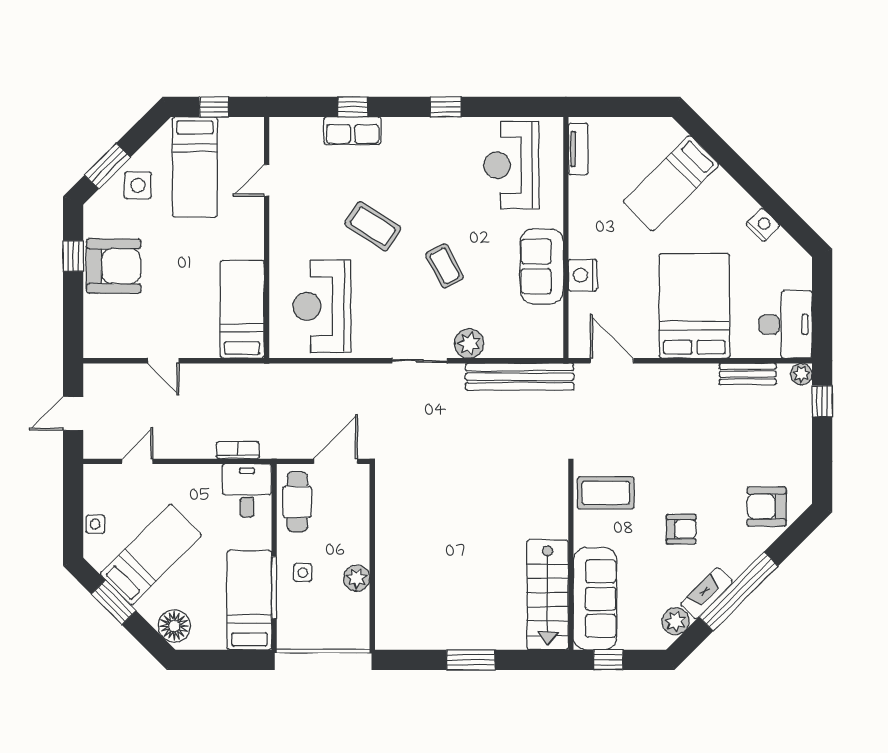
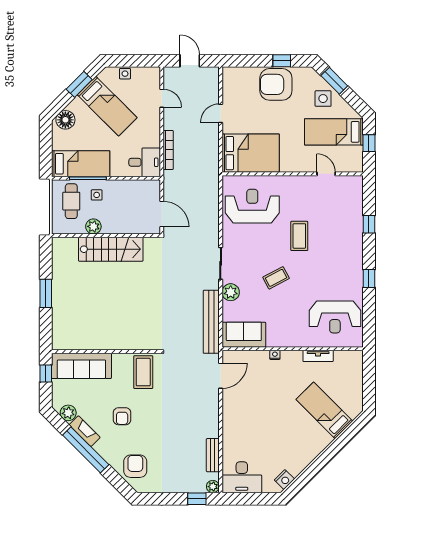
row of seats: (353, 131) -> (355, 224), removed
tv unit: (578, 149) -> (318, 356), moved
reception desk: (511, 165) -> (335, 317), turned 180
nightstand: (763, 225) -> (284, 480), moved
coffee table: (373, 226) -> (299, 236), turned -33
armchair: (114, 266) -> (276, 84), turned 90
sofa: (542, 266) -> (244, 335), moved
nightstand: (583, 275) -> (275, 355), width x0.53, depth x0.56
bed: (694, 306) -> (253, 424), removed
bed: (242, 309) -> (251, 153), width x1.50
bookcase: (238, 450) -> (168, 150), width x1.56
cafe table: (297, 502) -> (71, 201), moved, turned 90
stairs: (548, 595) -> (111, 249), moved, turned 180

